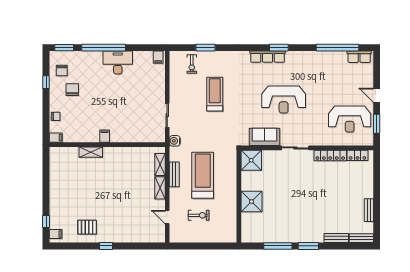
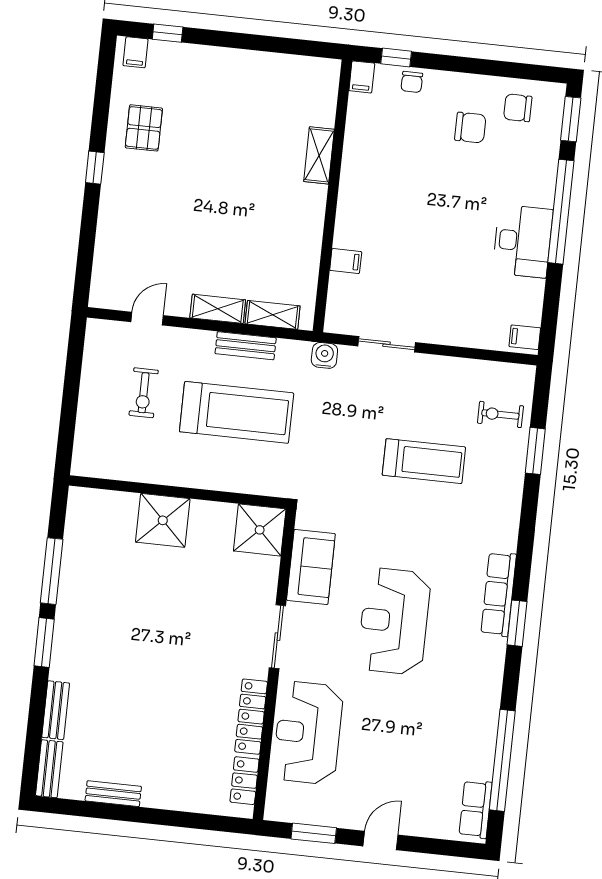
window: (46, 82) -> (396, 58), moved
reception desk: (350, 119) -> (308, 733), moved
filing cabinet: (105, 136) -> (346, 261), moved

